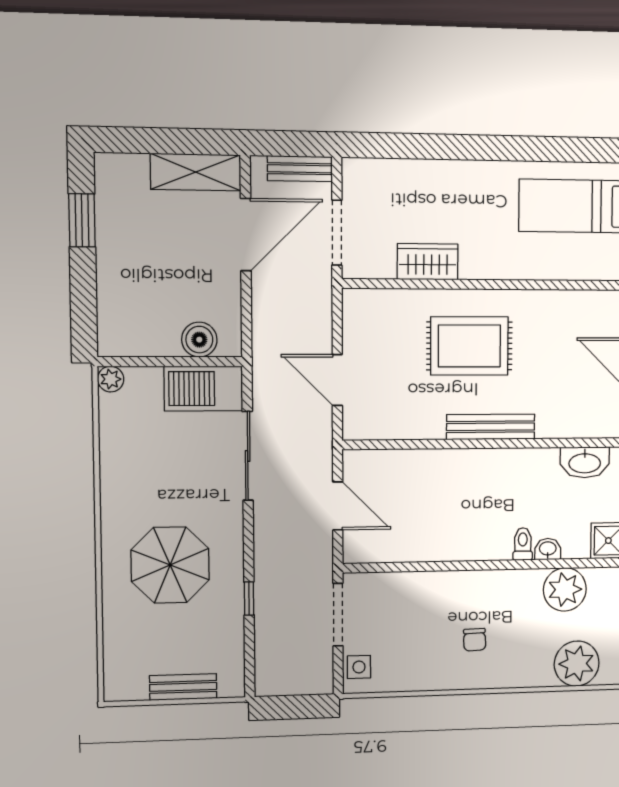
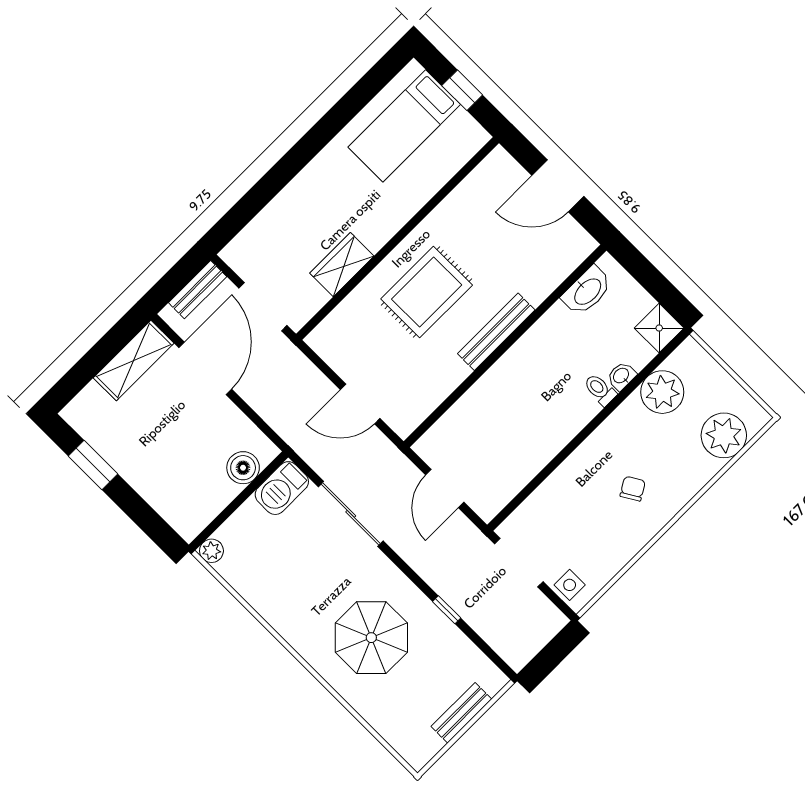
barbecue: (203, 389) -> (282, 488), width x0.73, depth x0.83
door: (338, 506) -> (445, 488), swing flipped
chair: (475, 640) -> (633, 489), turned -119

